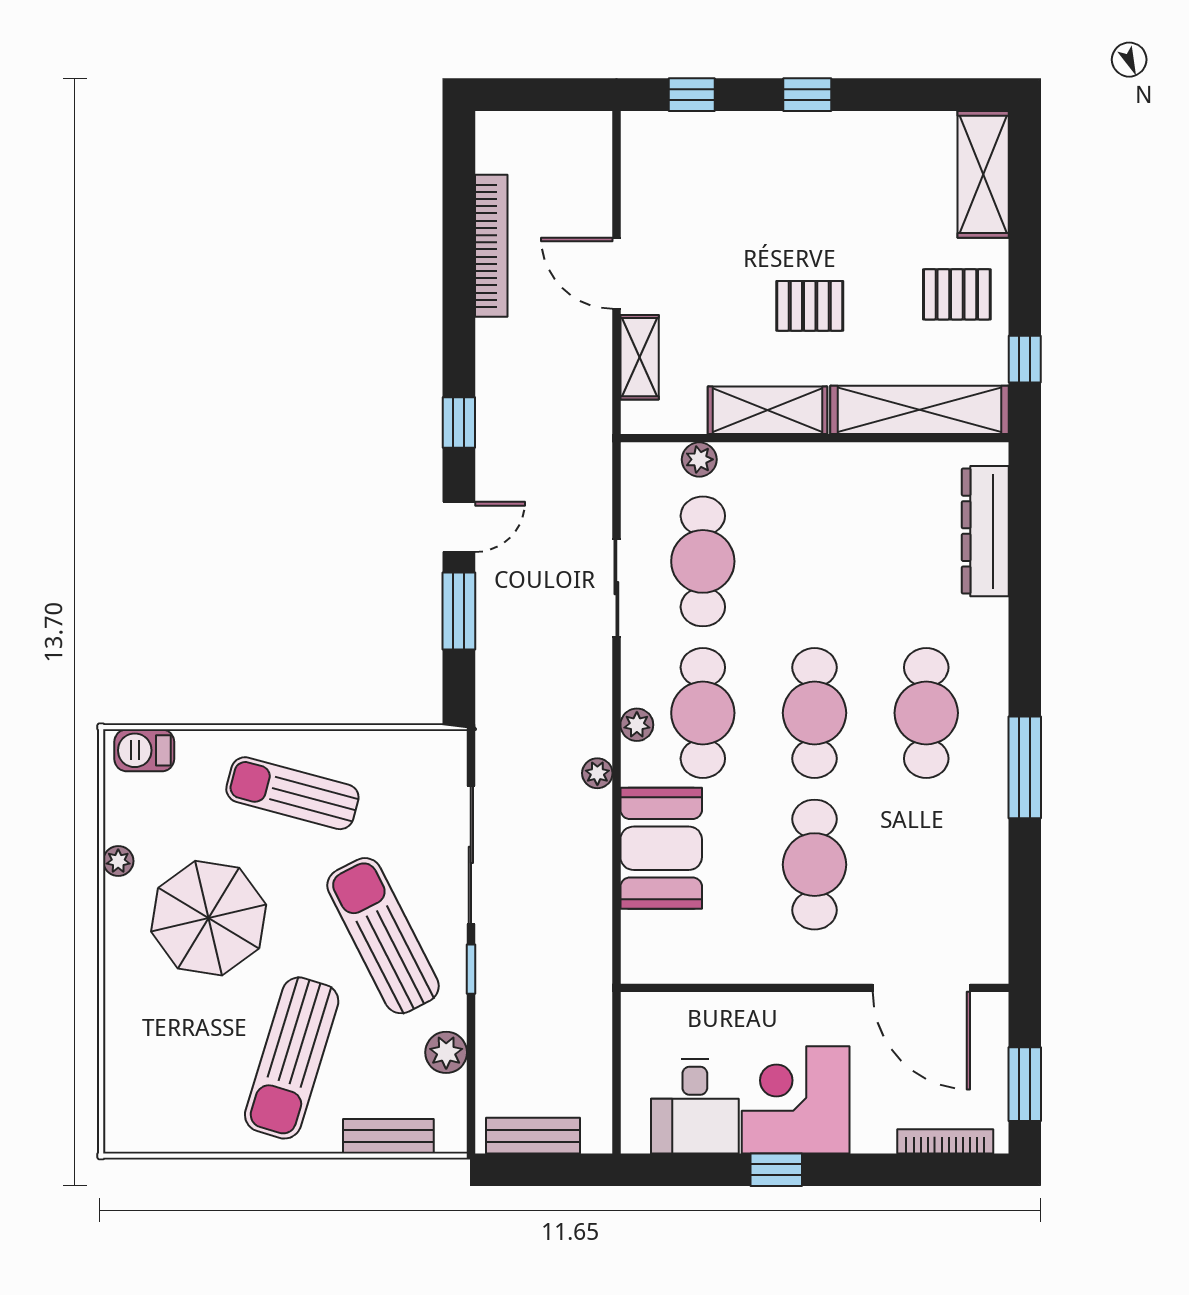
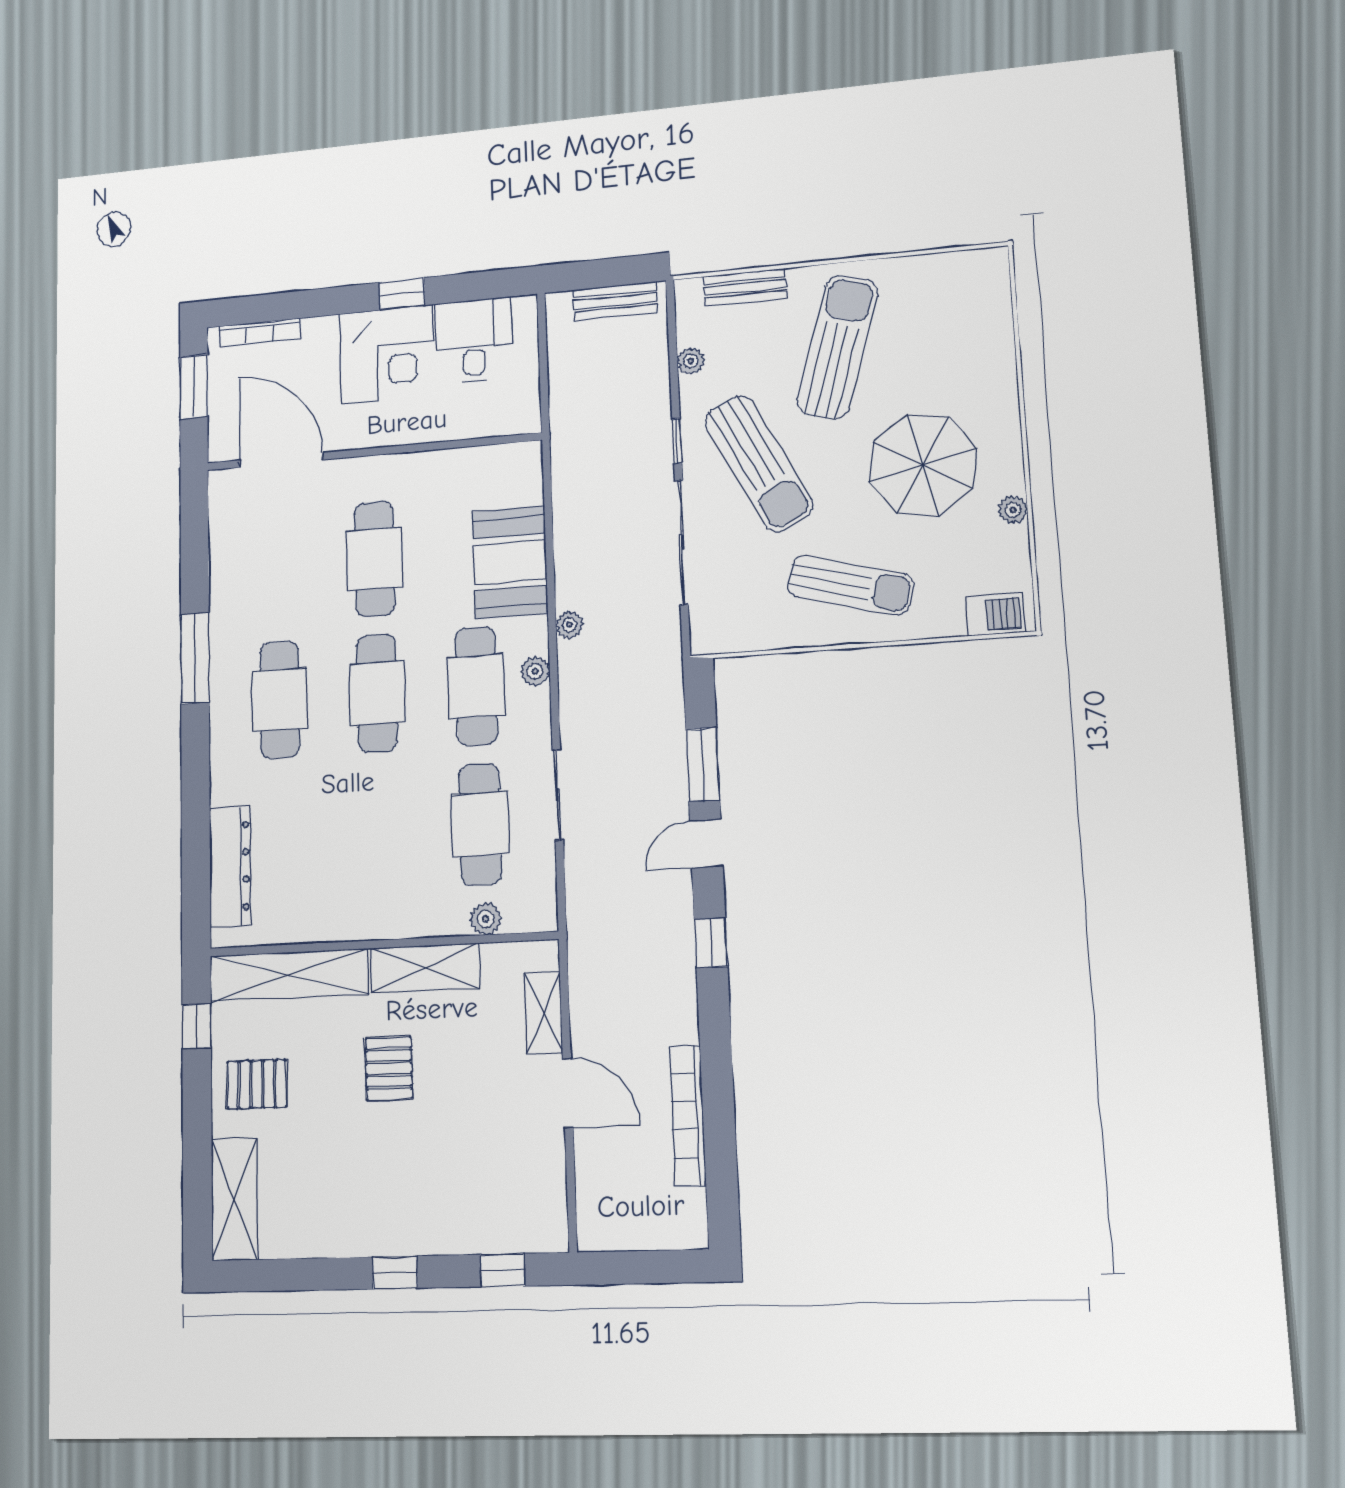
pallet: (810, 306) -> (389, 1068), turned 90
plant: (446, 1052) -> (691, 361), width x0.73, depth x0.73

